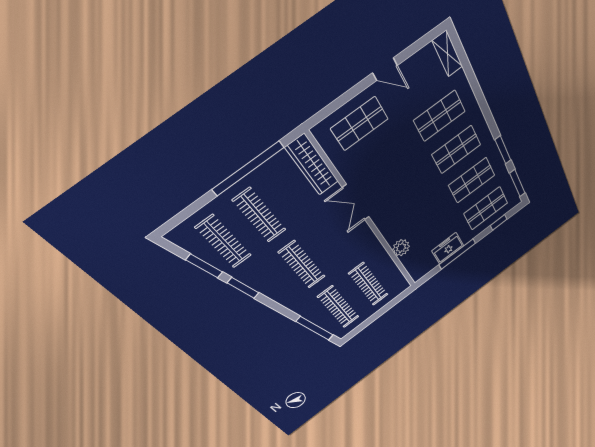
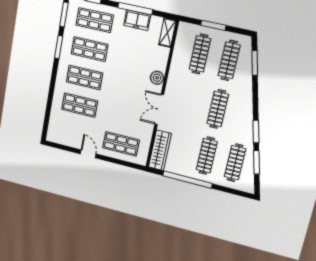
shelving: (447, 54) -> (167, 33), moved
double door: (356, 202) -> (159, 109), swing flipped
plant: (401, 248) -> (157, 78), moved
window: (380, 313) -> (213, 25), added
window: (315, 328) -> (255, 63), width x0.69

